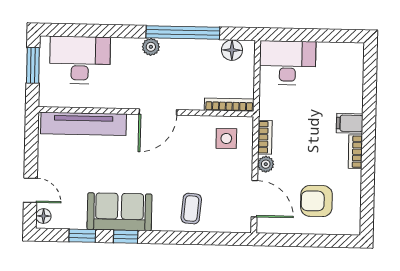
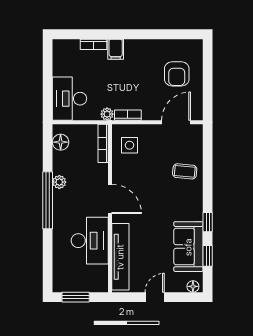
window: (183, 33) -> (48, 200), moved
plant: (151, 47) -> (59, 182), moved
desk: (80, 60) -> (90, 241), moved, turned 180
bookcase: (355, 152) -> (94, 44), moved
plant: (266, 164) -> (107, 114), moved
door: (30, 190) -> (155, 297), moved
sofa: (120, 212) -> (188, 247), moved

